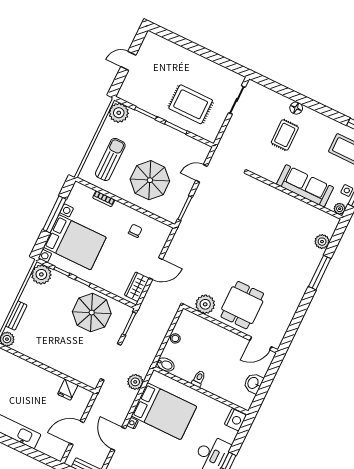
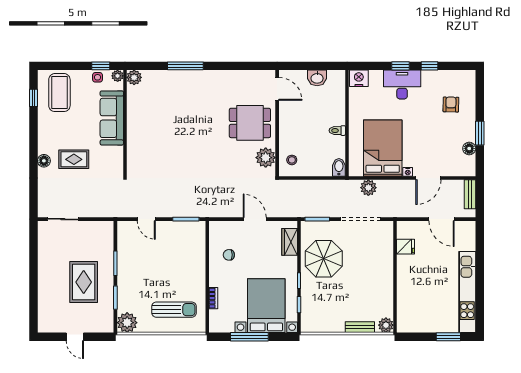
rug: (191, 104) -> (84, 282), moved
sun lounger: (110, 159) -> (174, 310), turned 180
parasol: (150, 180) -> (176, 264), removed
plant: (322, 242) -> (134, 77), moved
plant: (41, 274) -> (311, 322), removed
wardrobe: (137, 287) -> (290, 242), moved, turned 90
stool: (175, 338) -> (292, 160), moved

